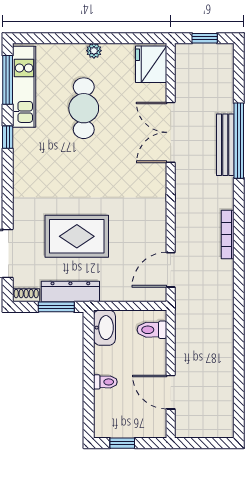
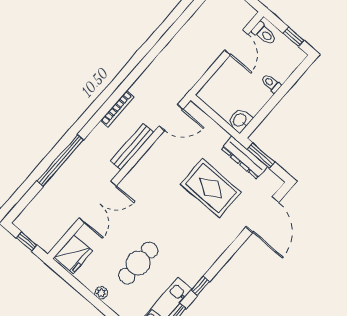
bench: (225, 145) -> (132, 147), moved
shoe rack: (26, 295) -> (273, 179), removed
washbasin: (104, 328) -> (240, 120), width x0.72
toilet: (152, 330) -> (264, 34), moved

